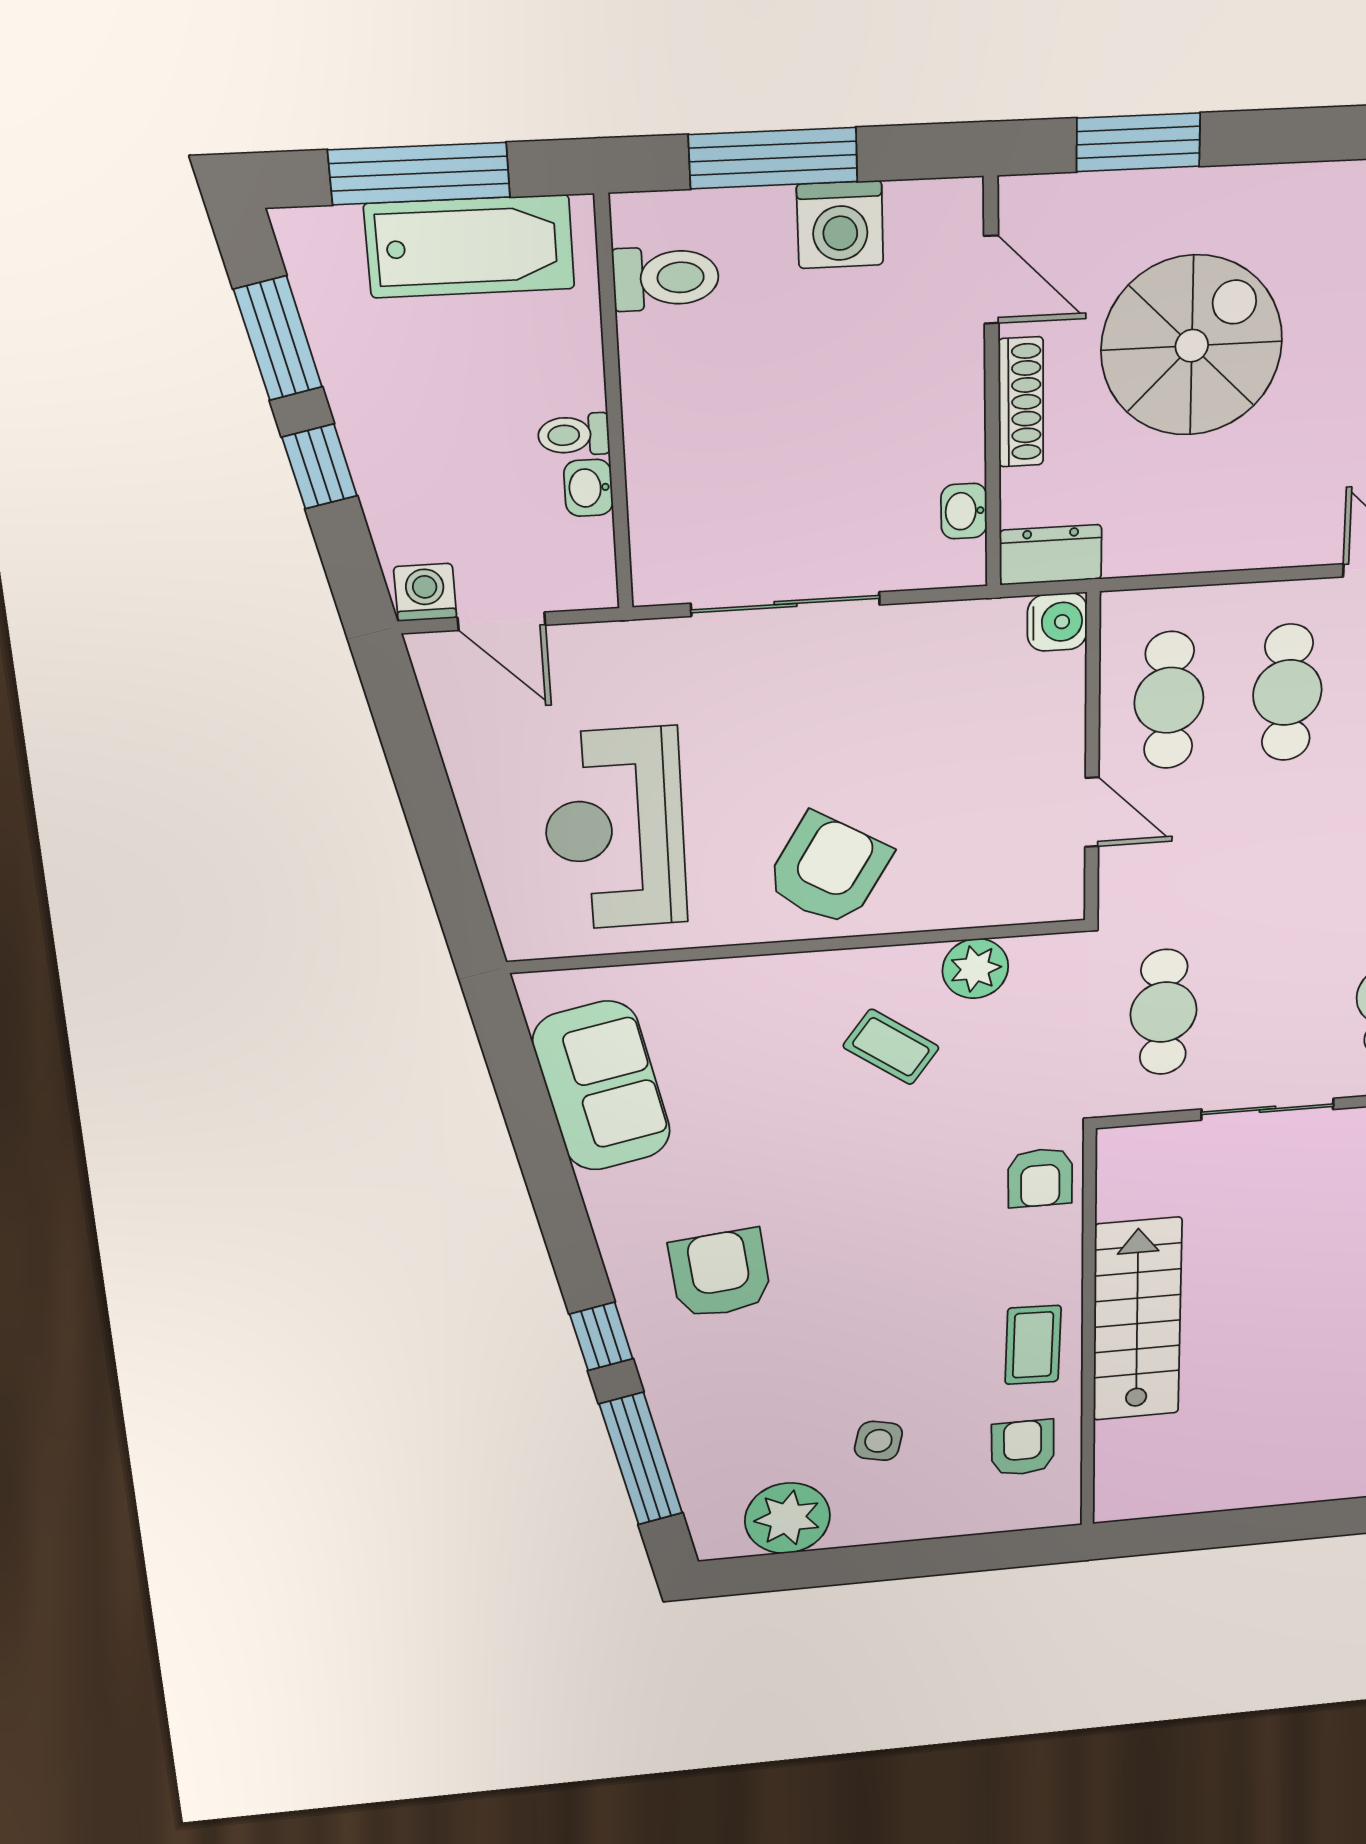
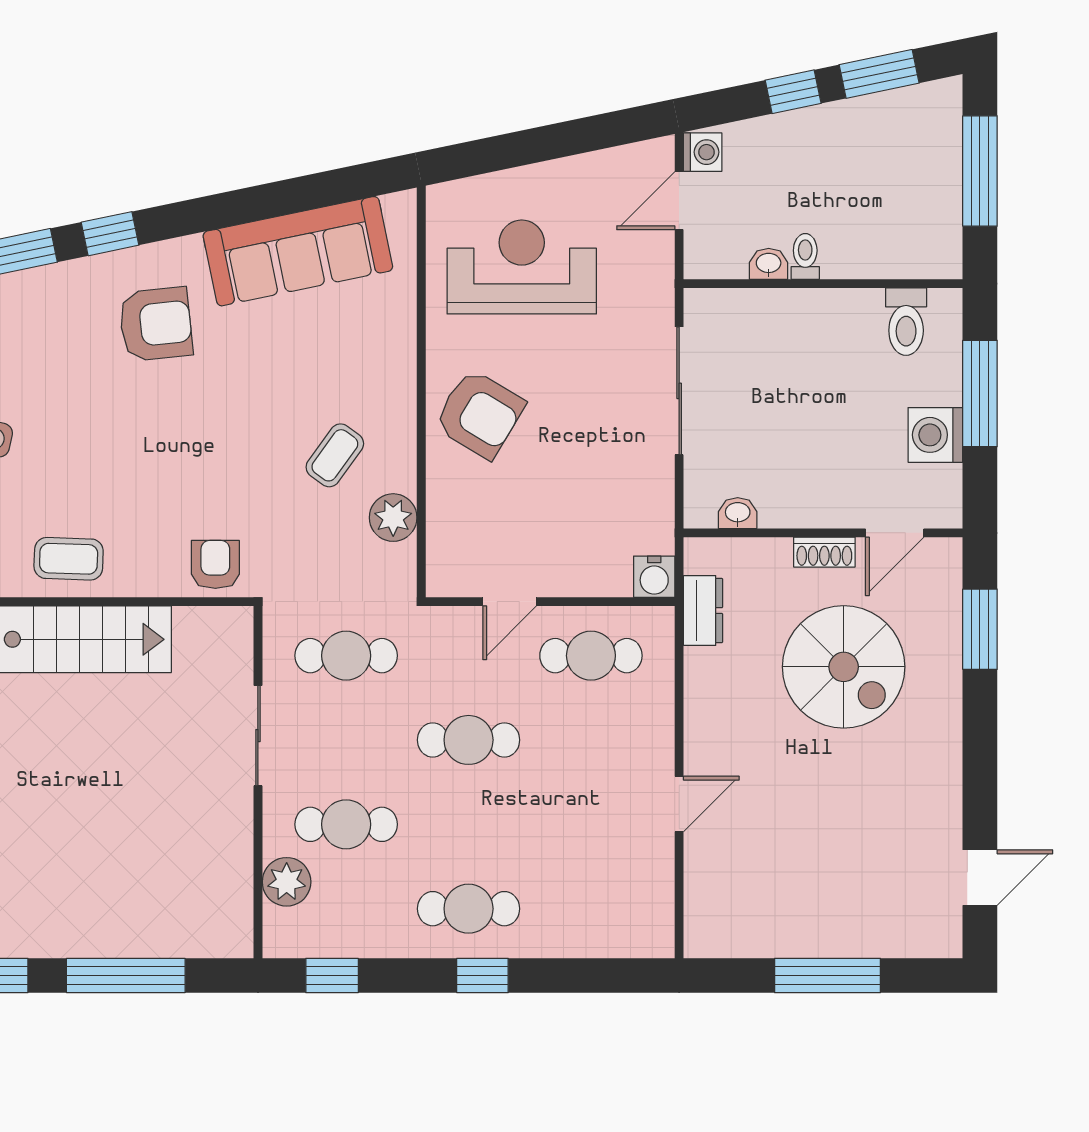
bathtub: (470, 246) -> (932, 199), removed
shoe rack: (1021, 402) -> (824, 552), width x0.70
dresser: (1051, 555) -> (703, 611), moved
cafe table: (1287, 693) -> (469, 740), moved
sofa: (602, 1086) -> (298, 251), width x1.36
armchair: (1040, 1178) -> (215, 564), turned 90

